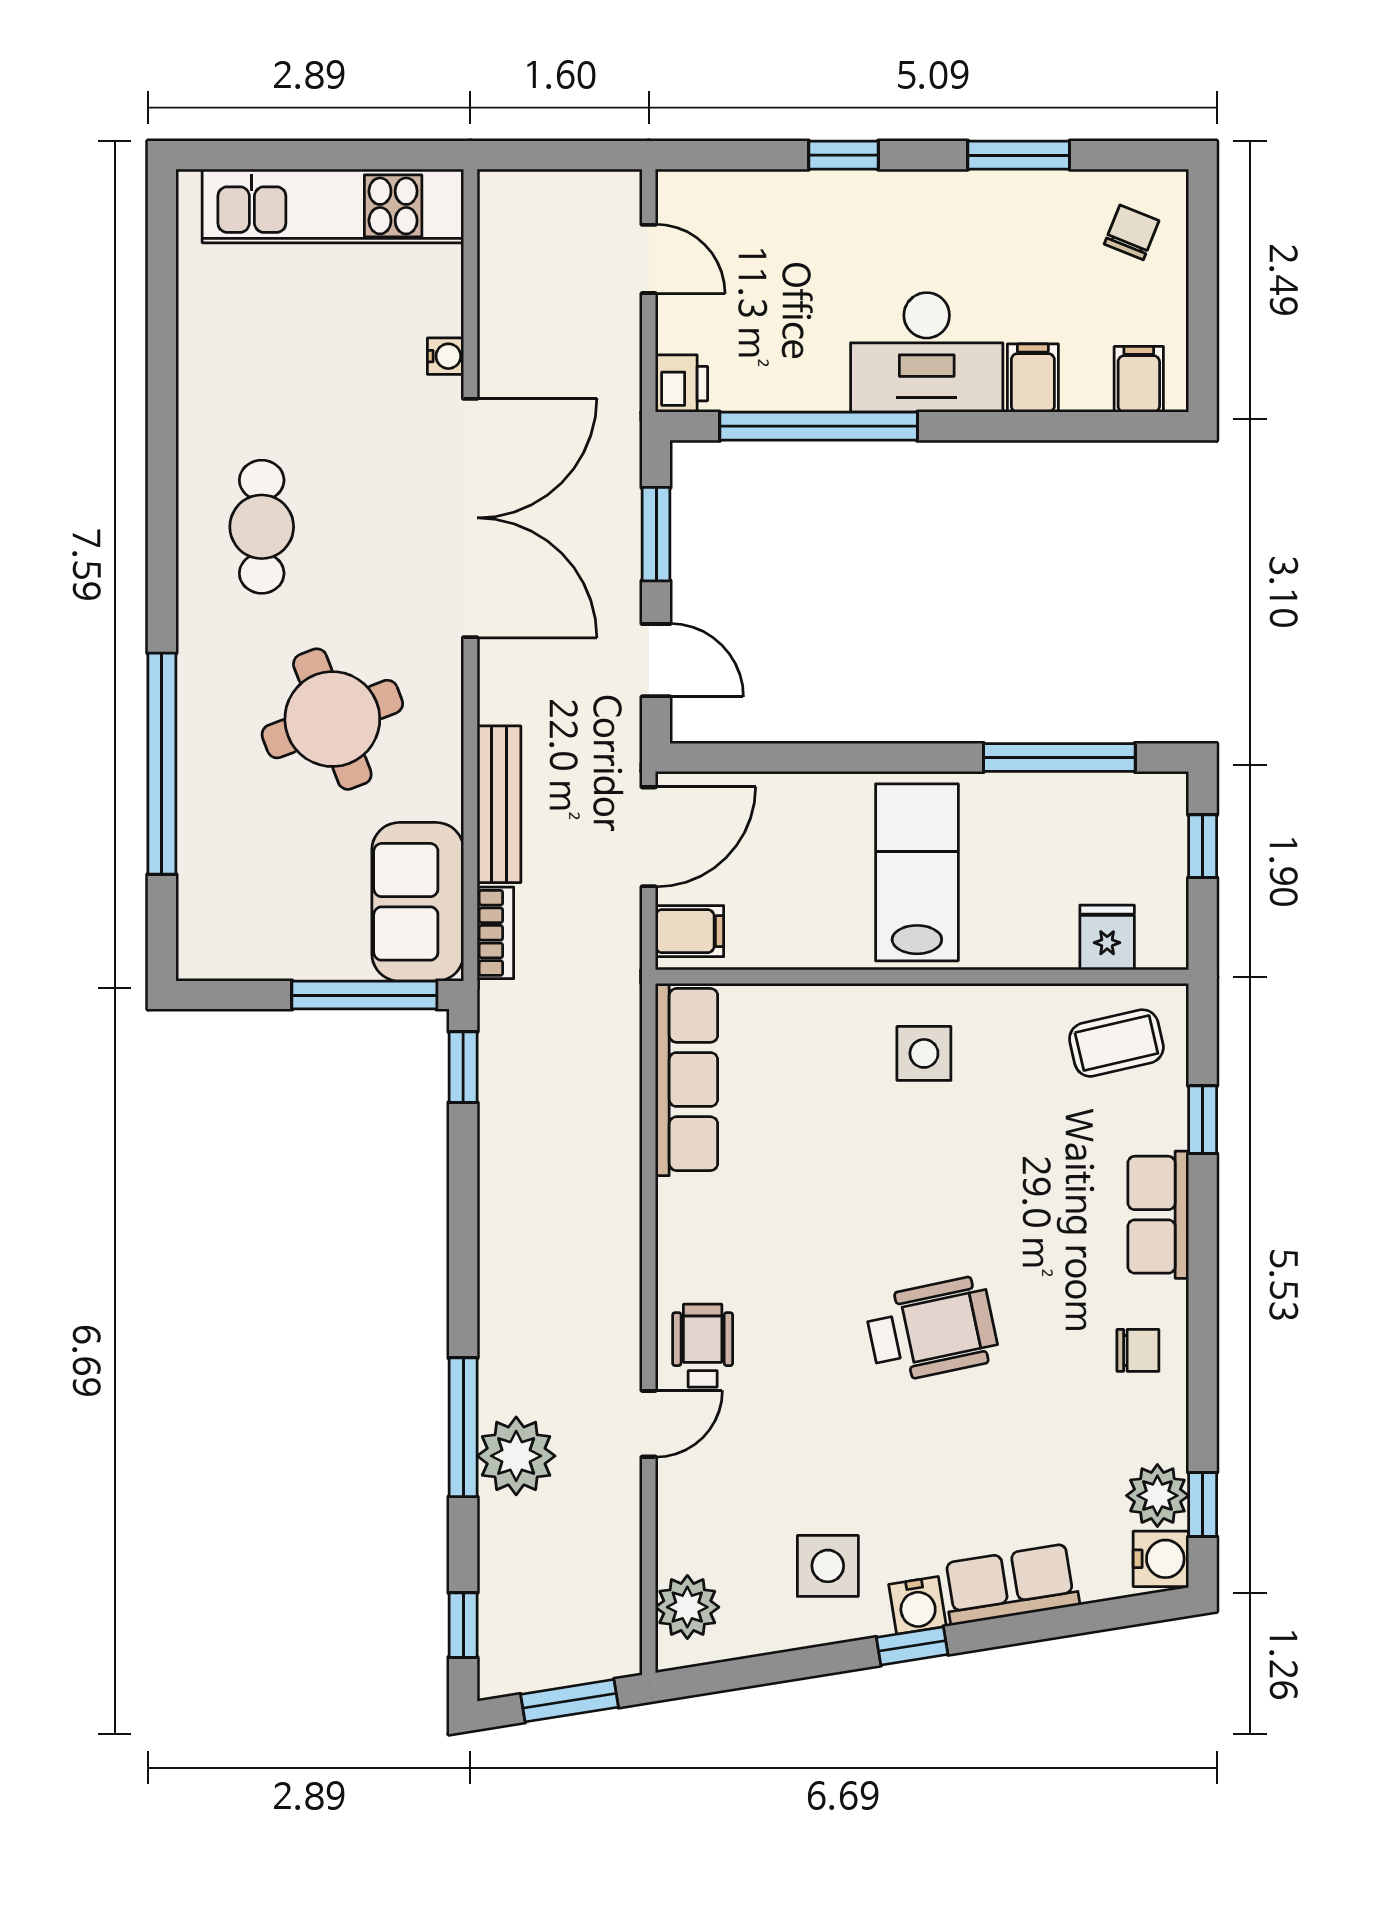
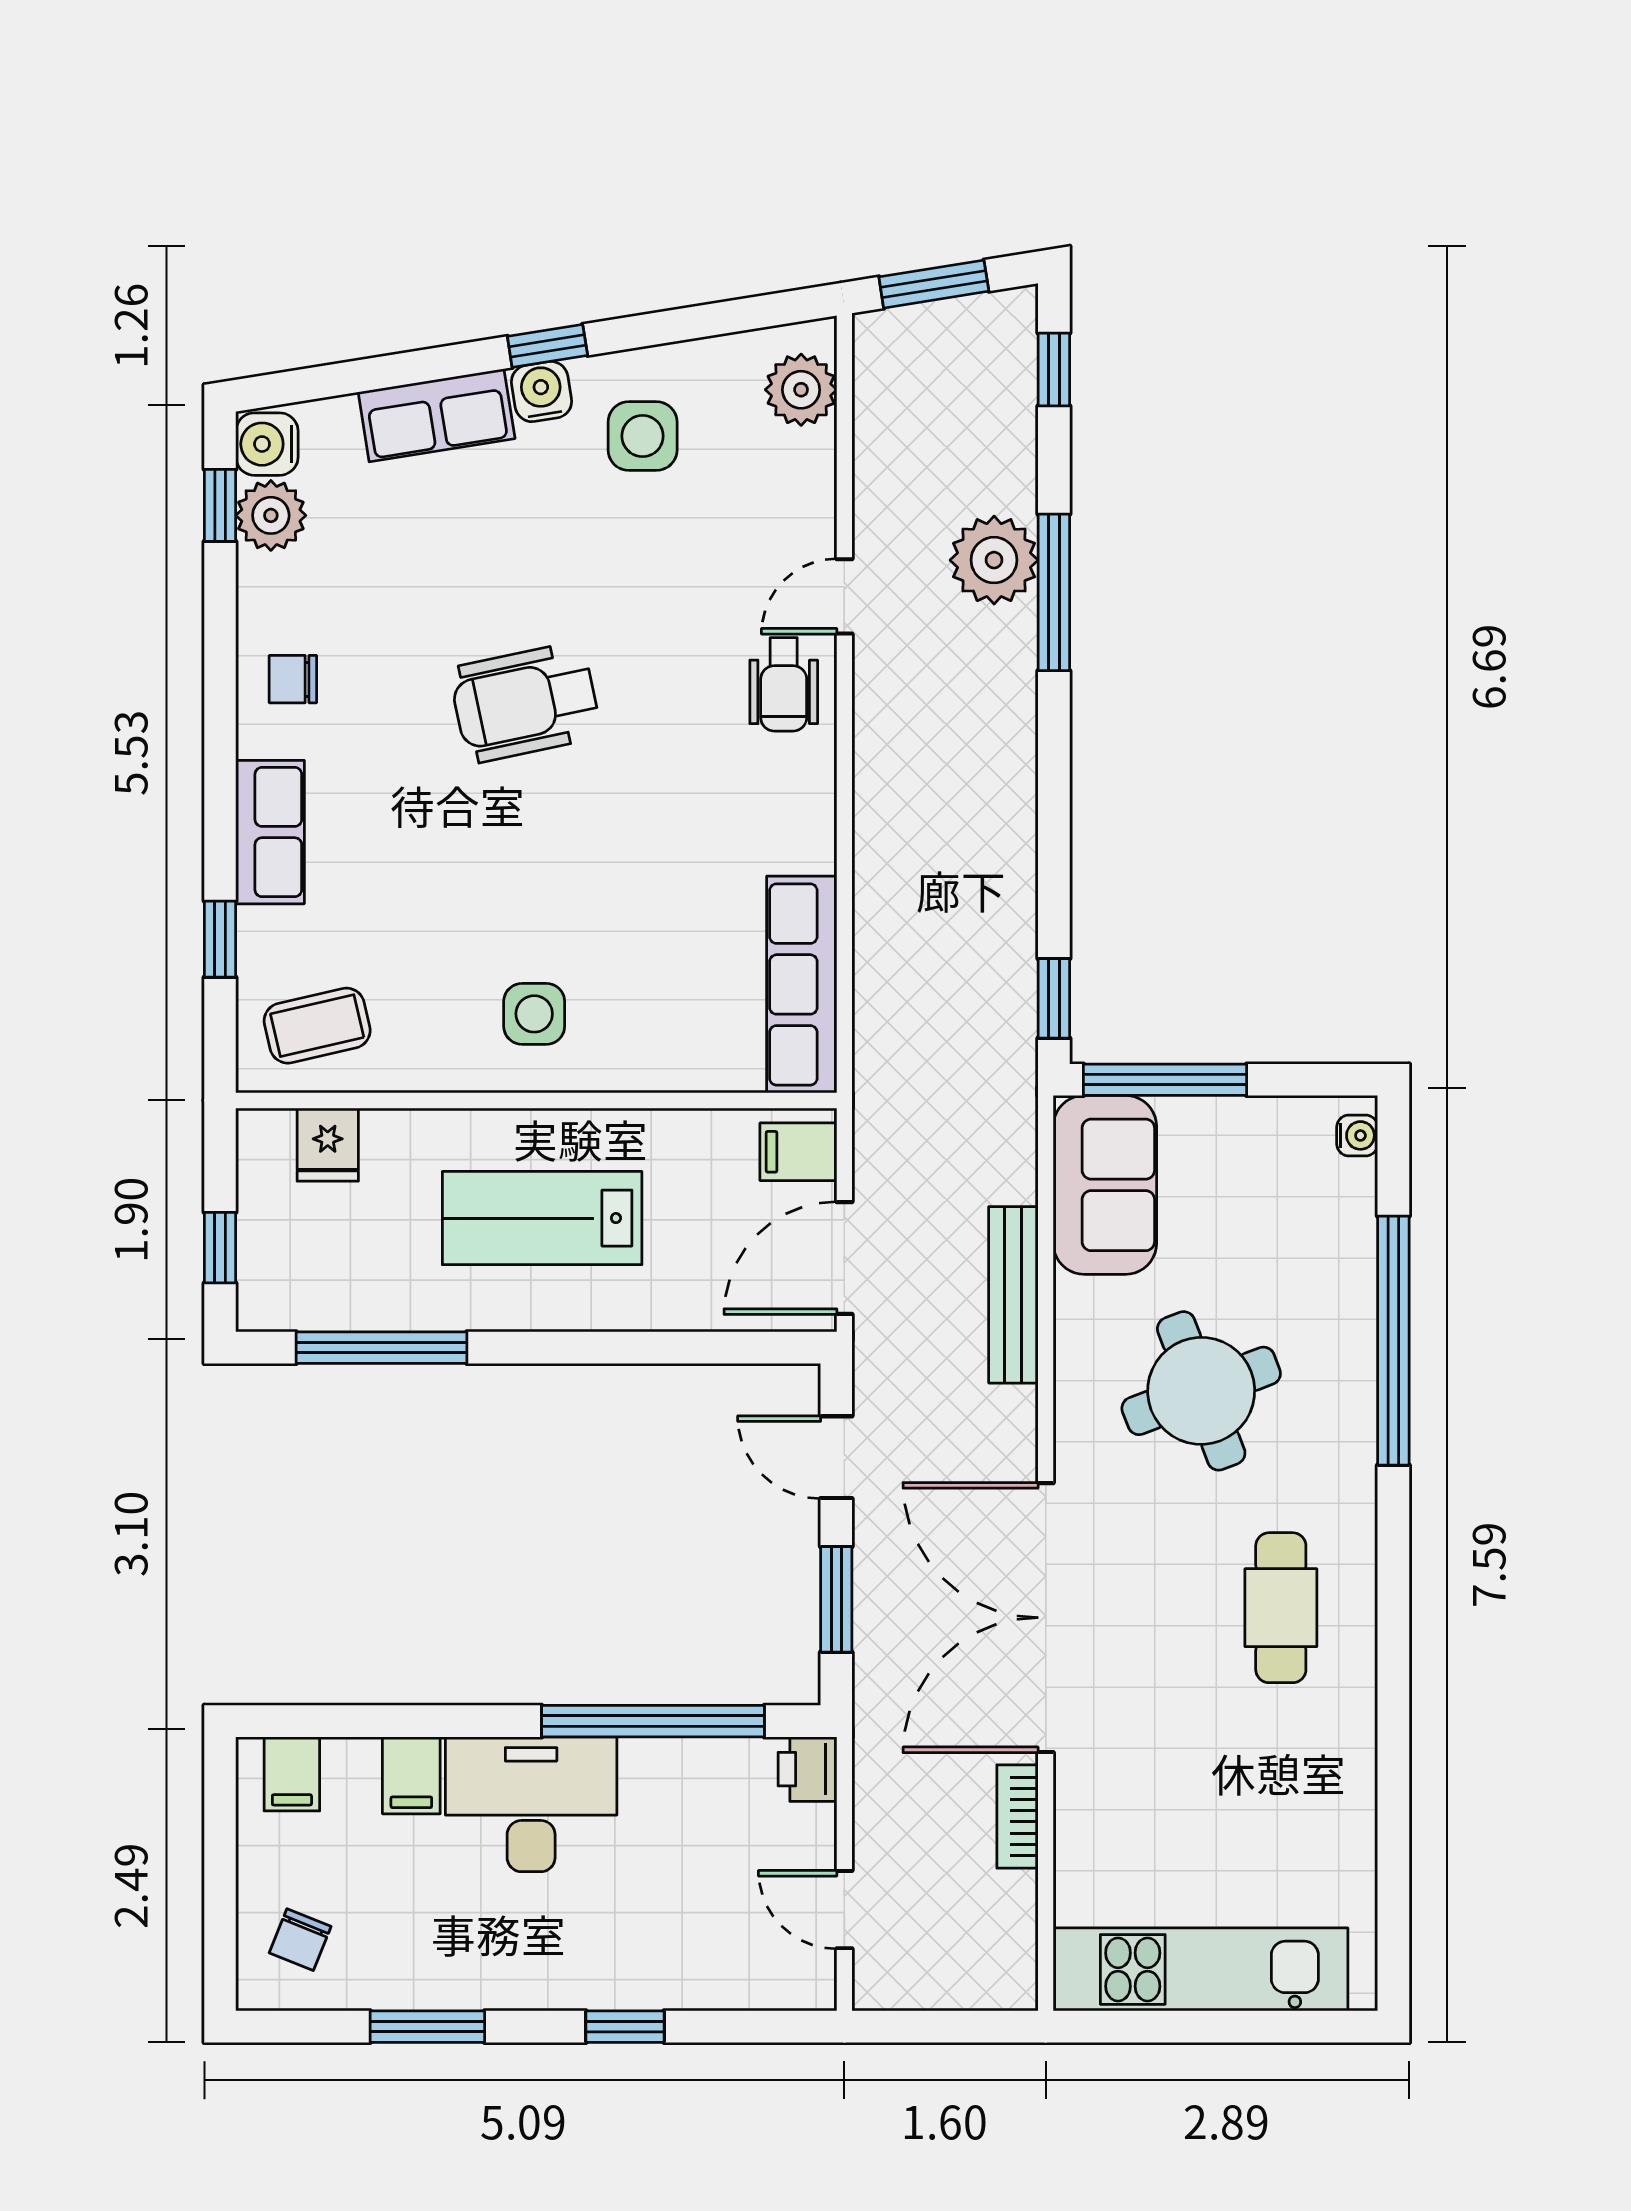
water cooler: (445, 356) -> (1357, 1135), moved, turned 180
lab bench: (917, 872) -> (542, 1218), turned 90
bookcase: (495, 933) -> (1017, 1816), moved

